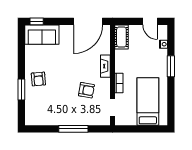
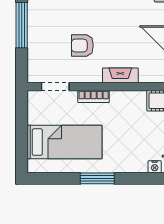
window: (171, 66) -> (97, 178), moved
armchair: (86, 90) -> (82, 46), turned 80

